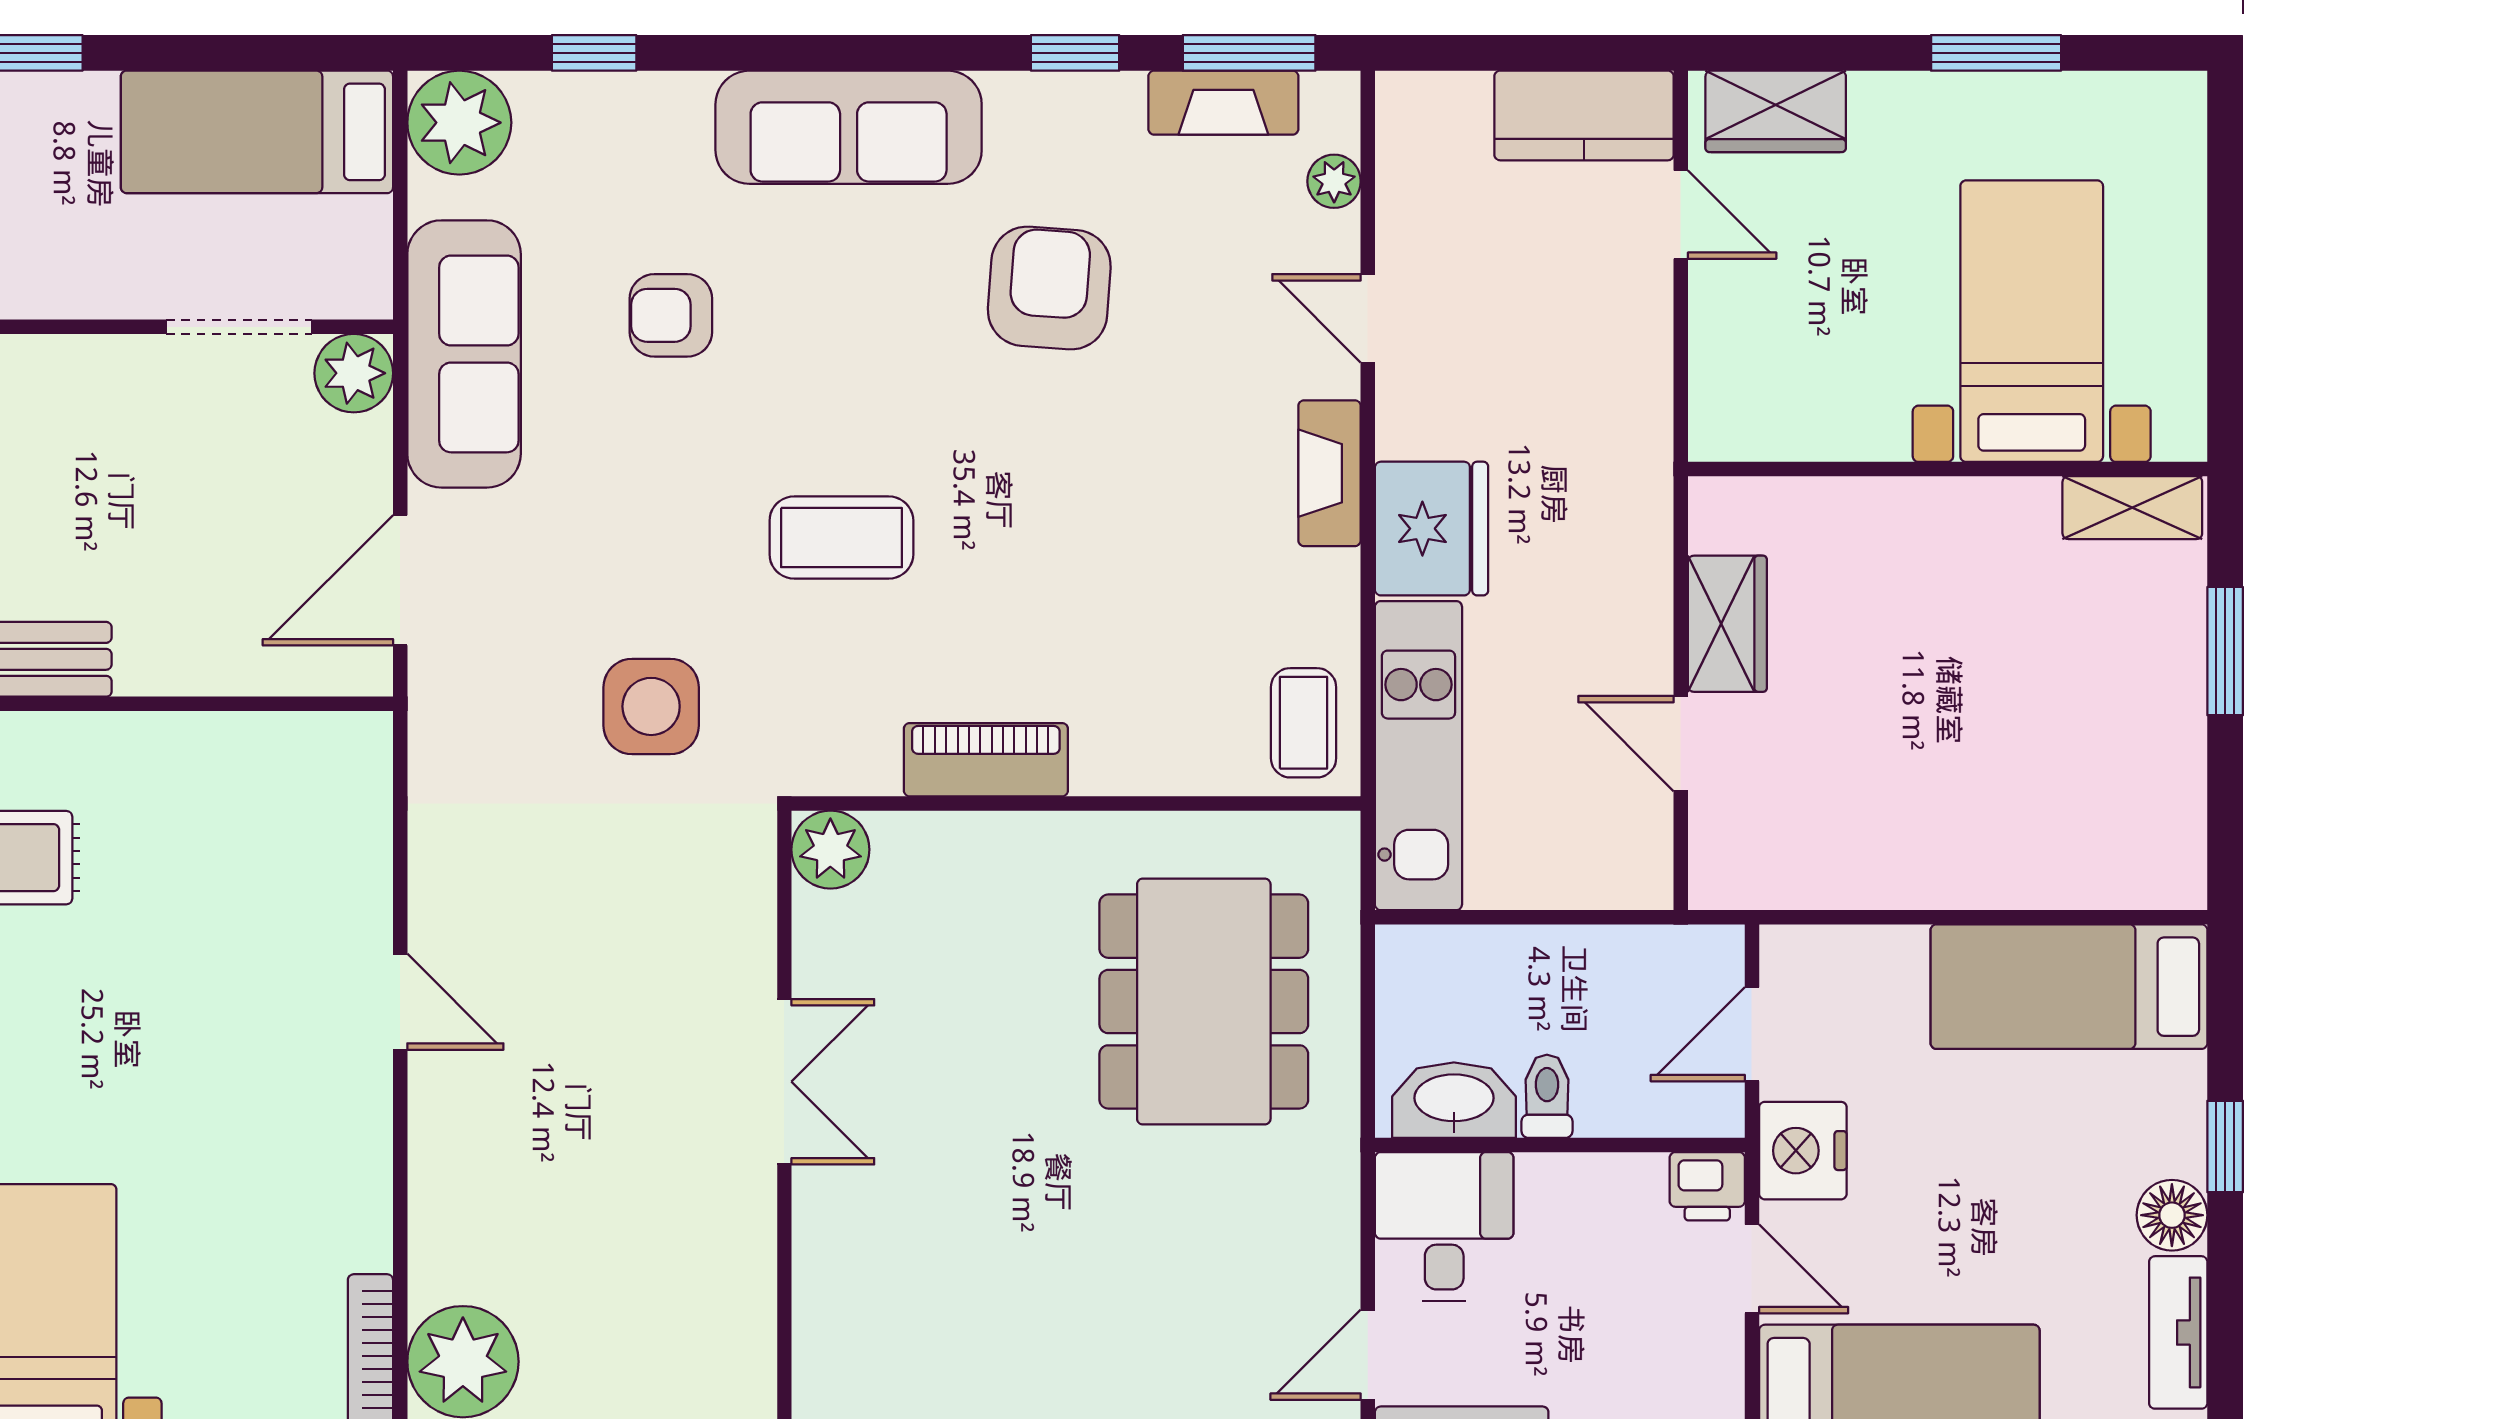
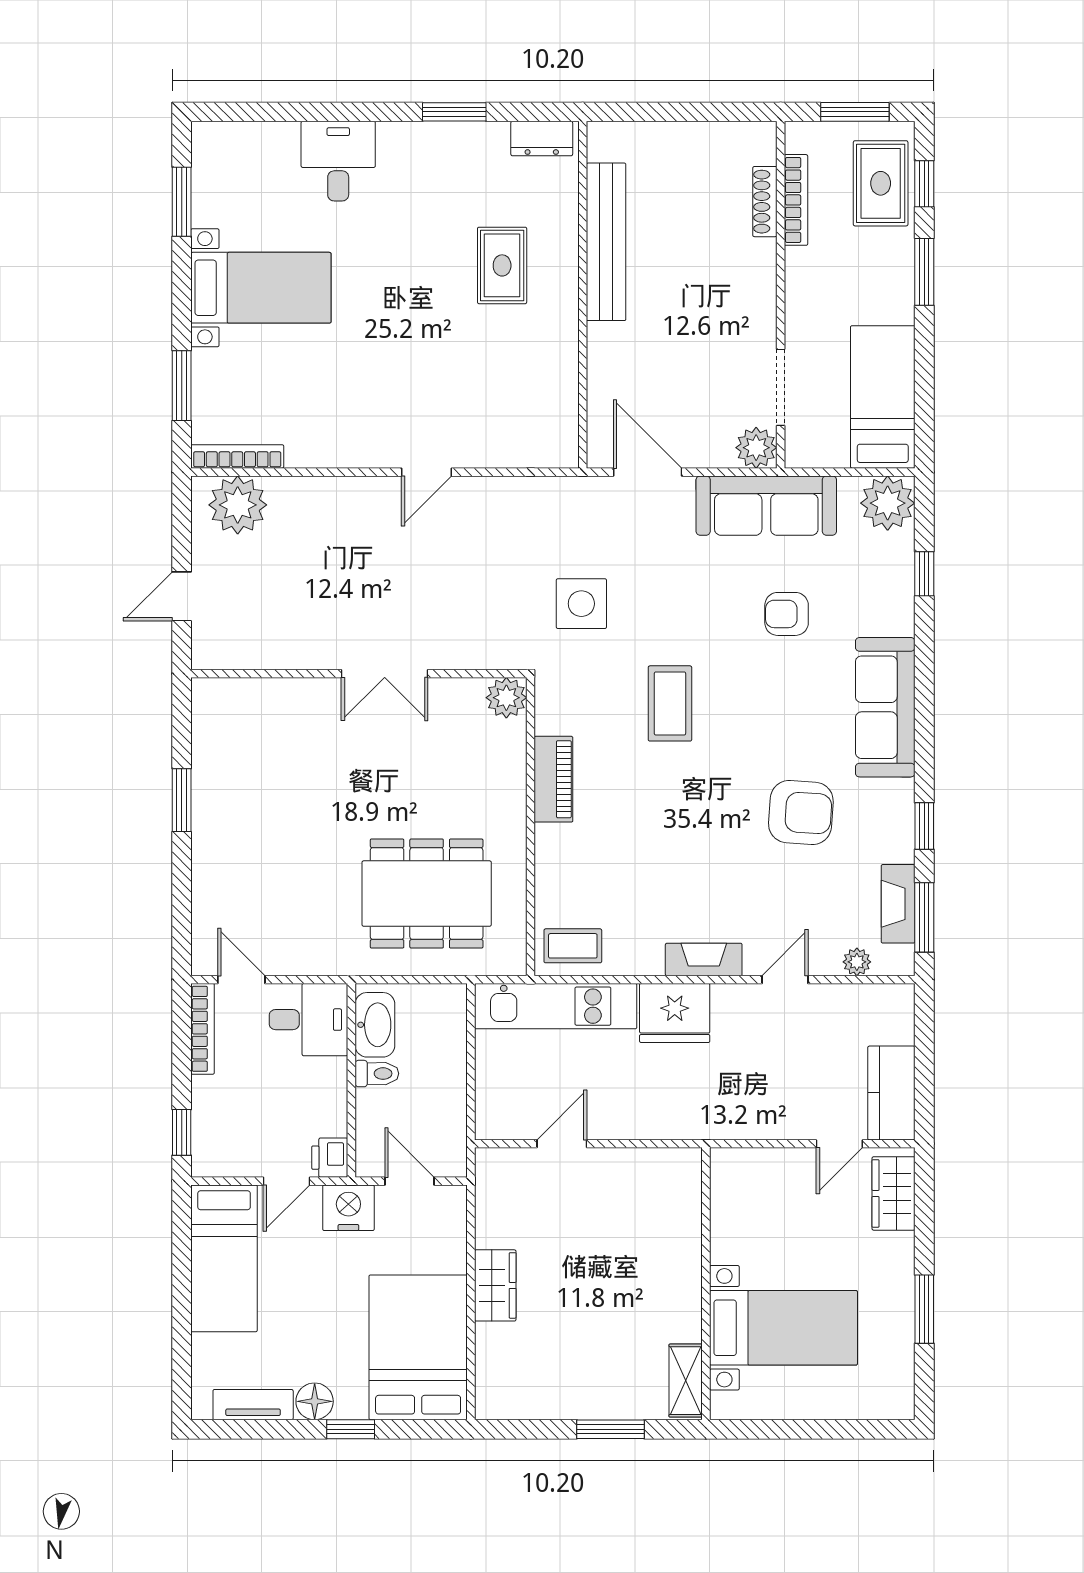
armchair: (671, 315) -> (787, 614), turned -90
wardrobe: (1727, 624) -> (495, 1285), moved, turned -90
bed: (2069, 987) -> (418, 1347), width x1.50

